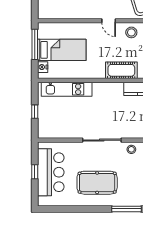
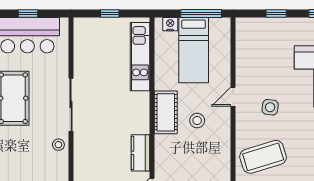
door: (109, 21) -> (233, 97), moved
stool: (131, 32) -> (197, 121), moved
cot: (121, 70) -> (166, 112), moved

